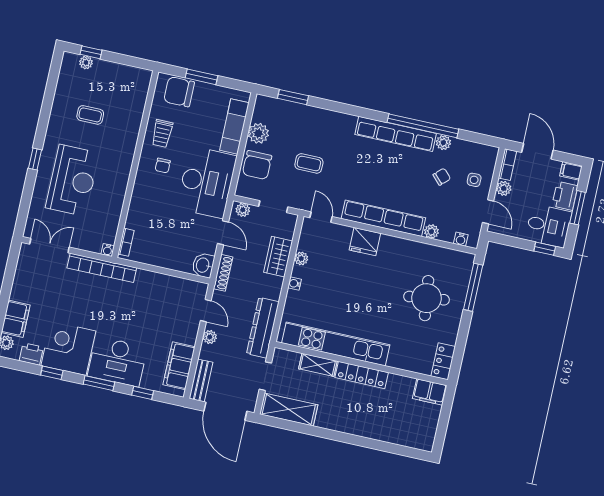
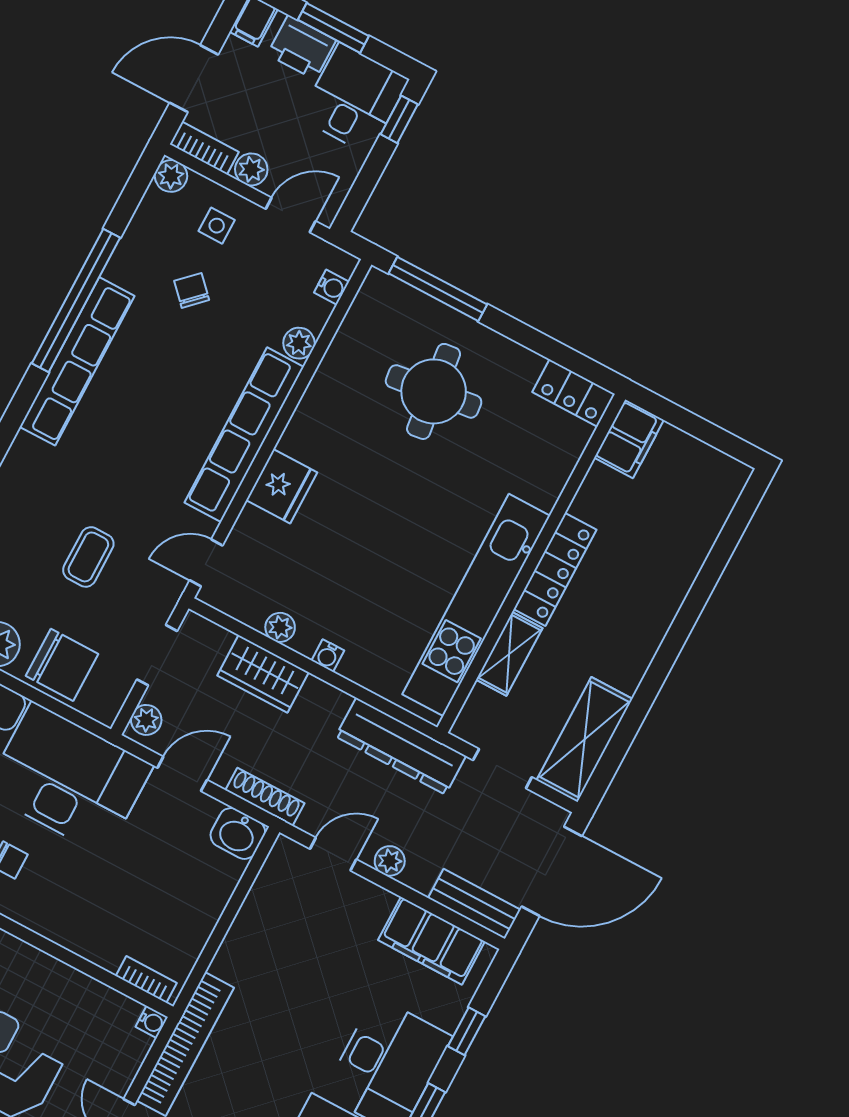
plant: (443, 143) -> (171, 176), moved

